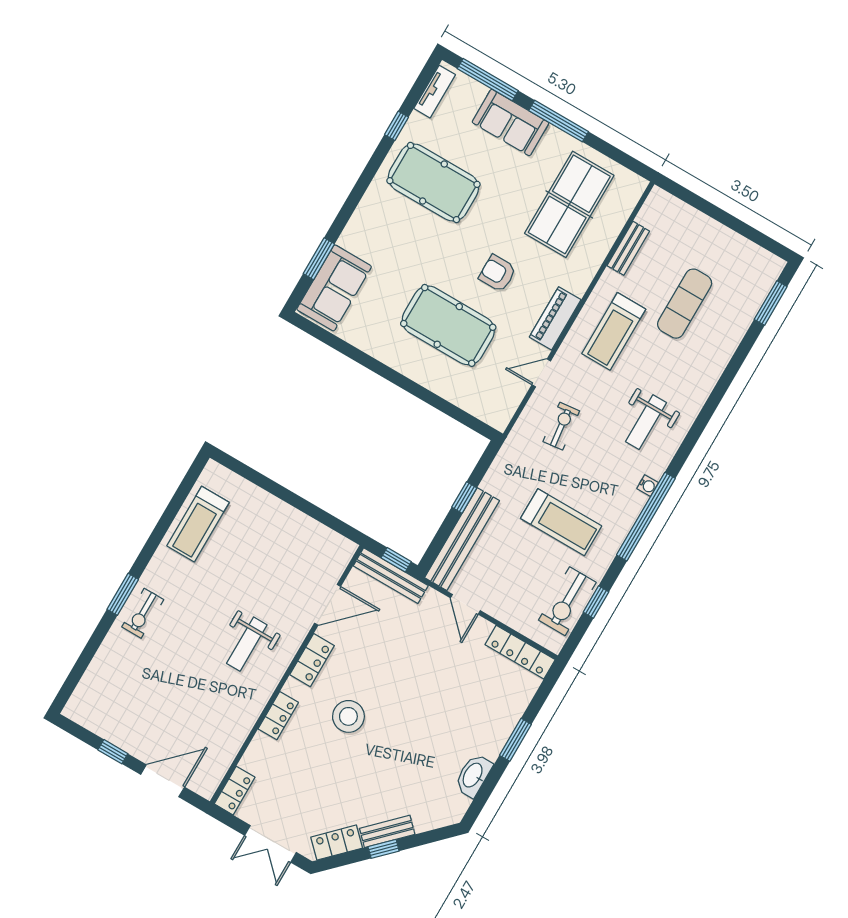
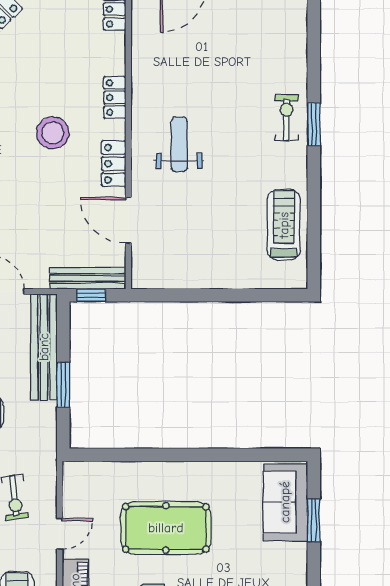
window: (464, 497) -> (63, 385), width x1.50
door: (328, 605) -> (128, 220), hinge flipped

